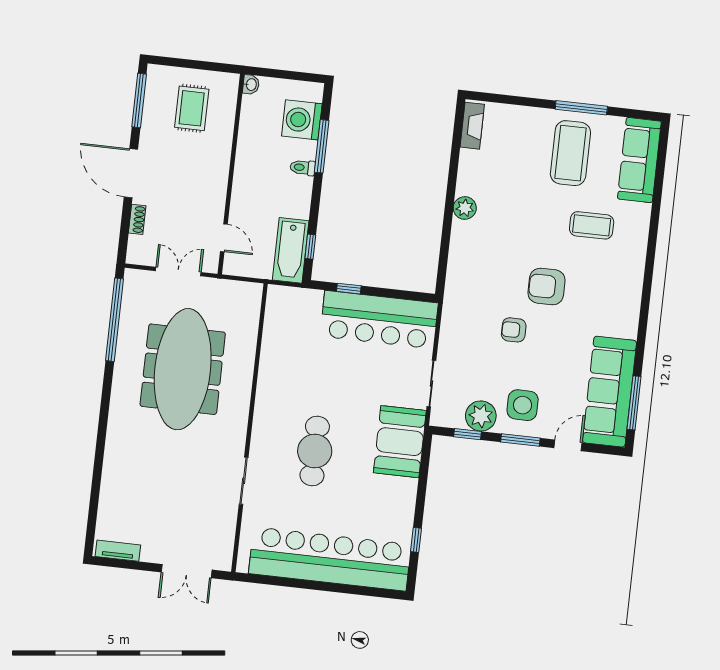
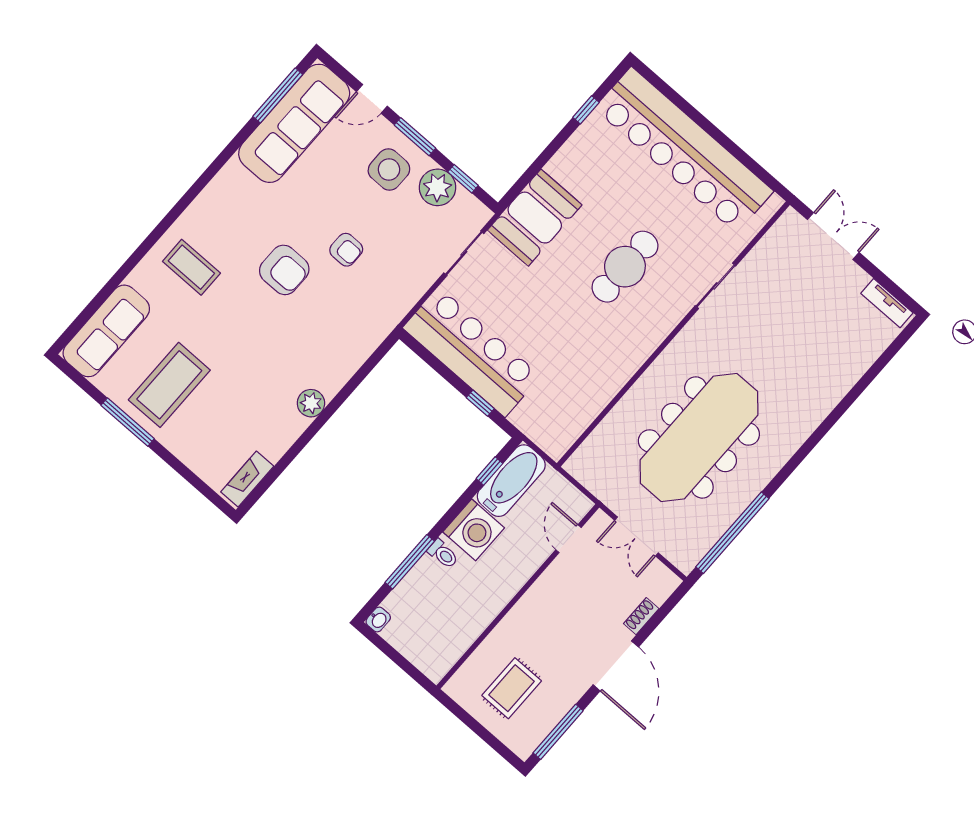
washbasin: (251, 85) -> (378, 620), moved, turned 180
washing machine: (302, 120) -> (474, 530), moved
coffee table: (592, 225) -> (191, 267), moved

